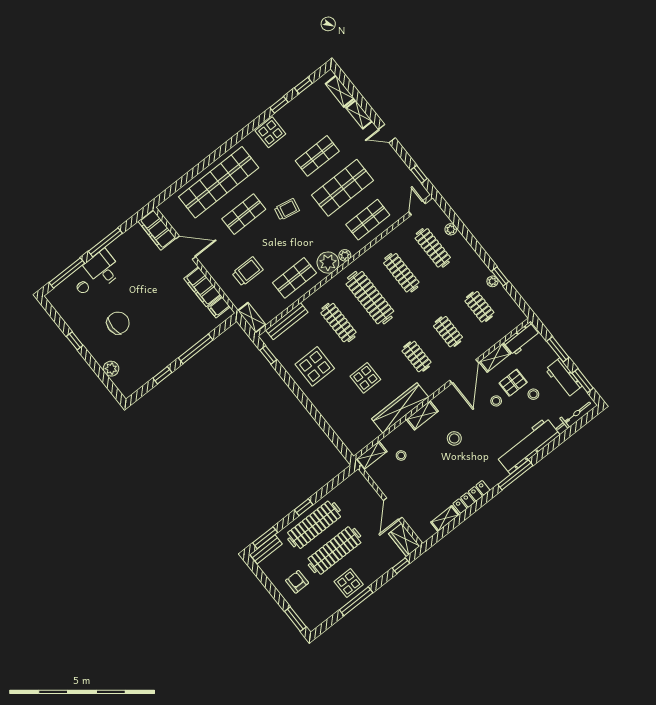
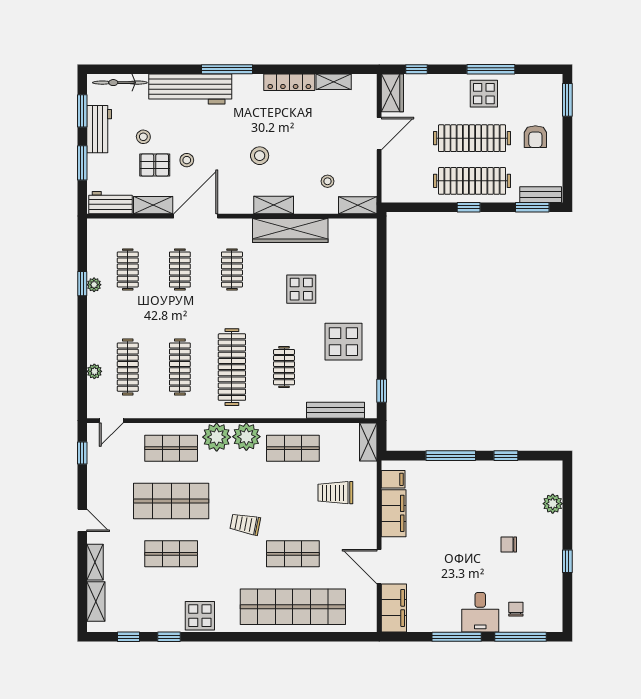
plant: (345, 255) -> (217, 437), width x1.87, depth x1.87
chair: (118, 323) -> (509, 545), width x0.54, depth x0.54
clothes rail: (338, 323) -> (284, 367), width x0.73

